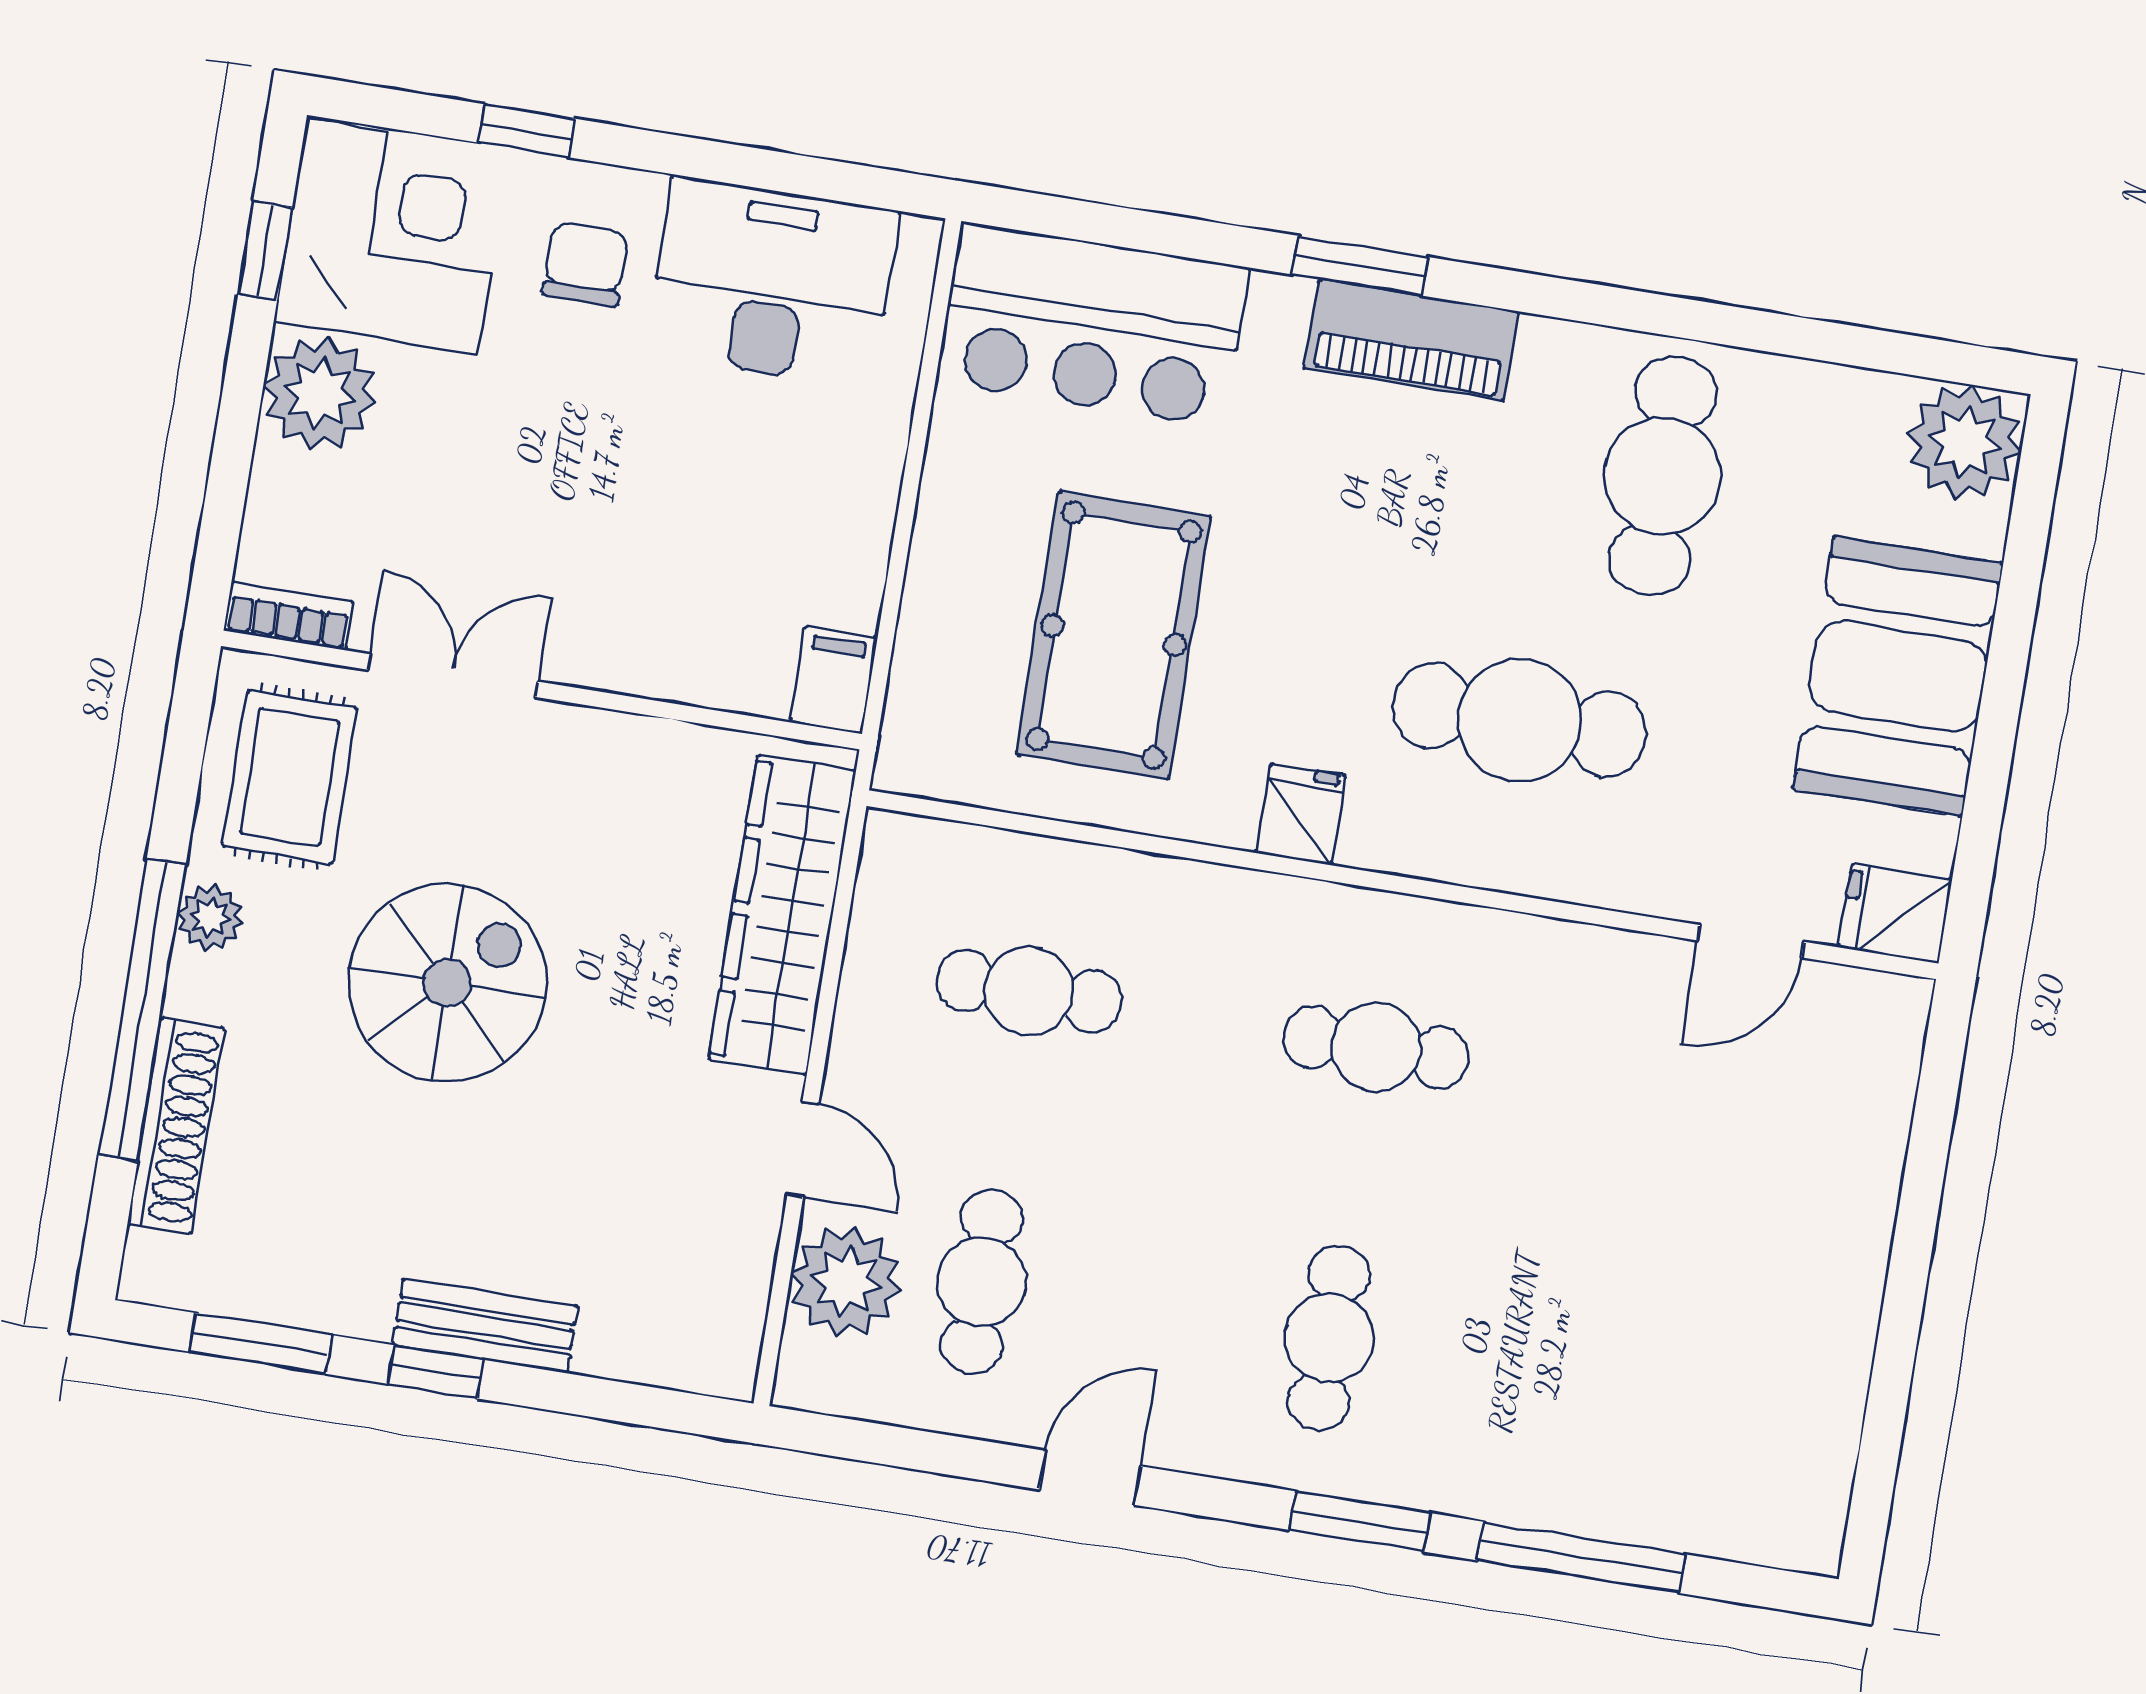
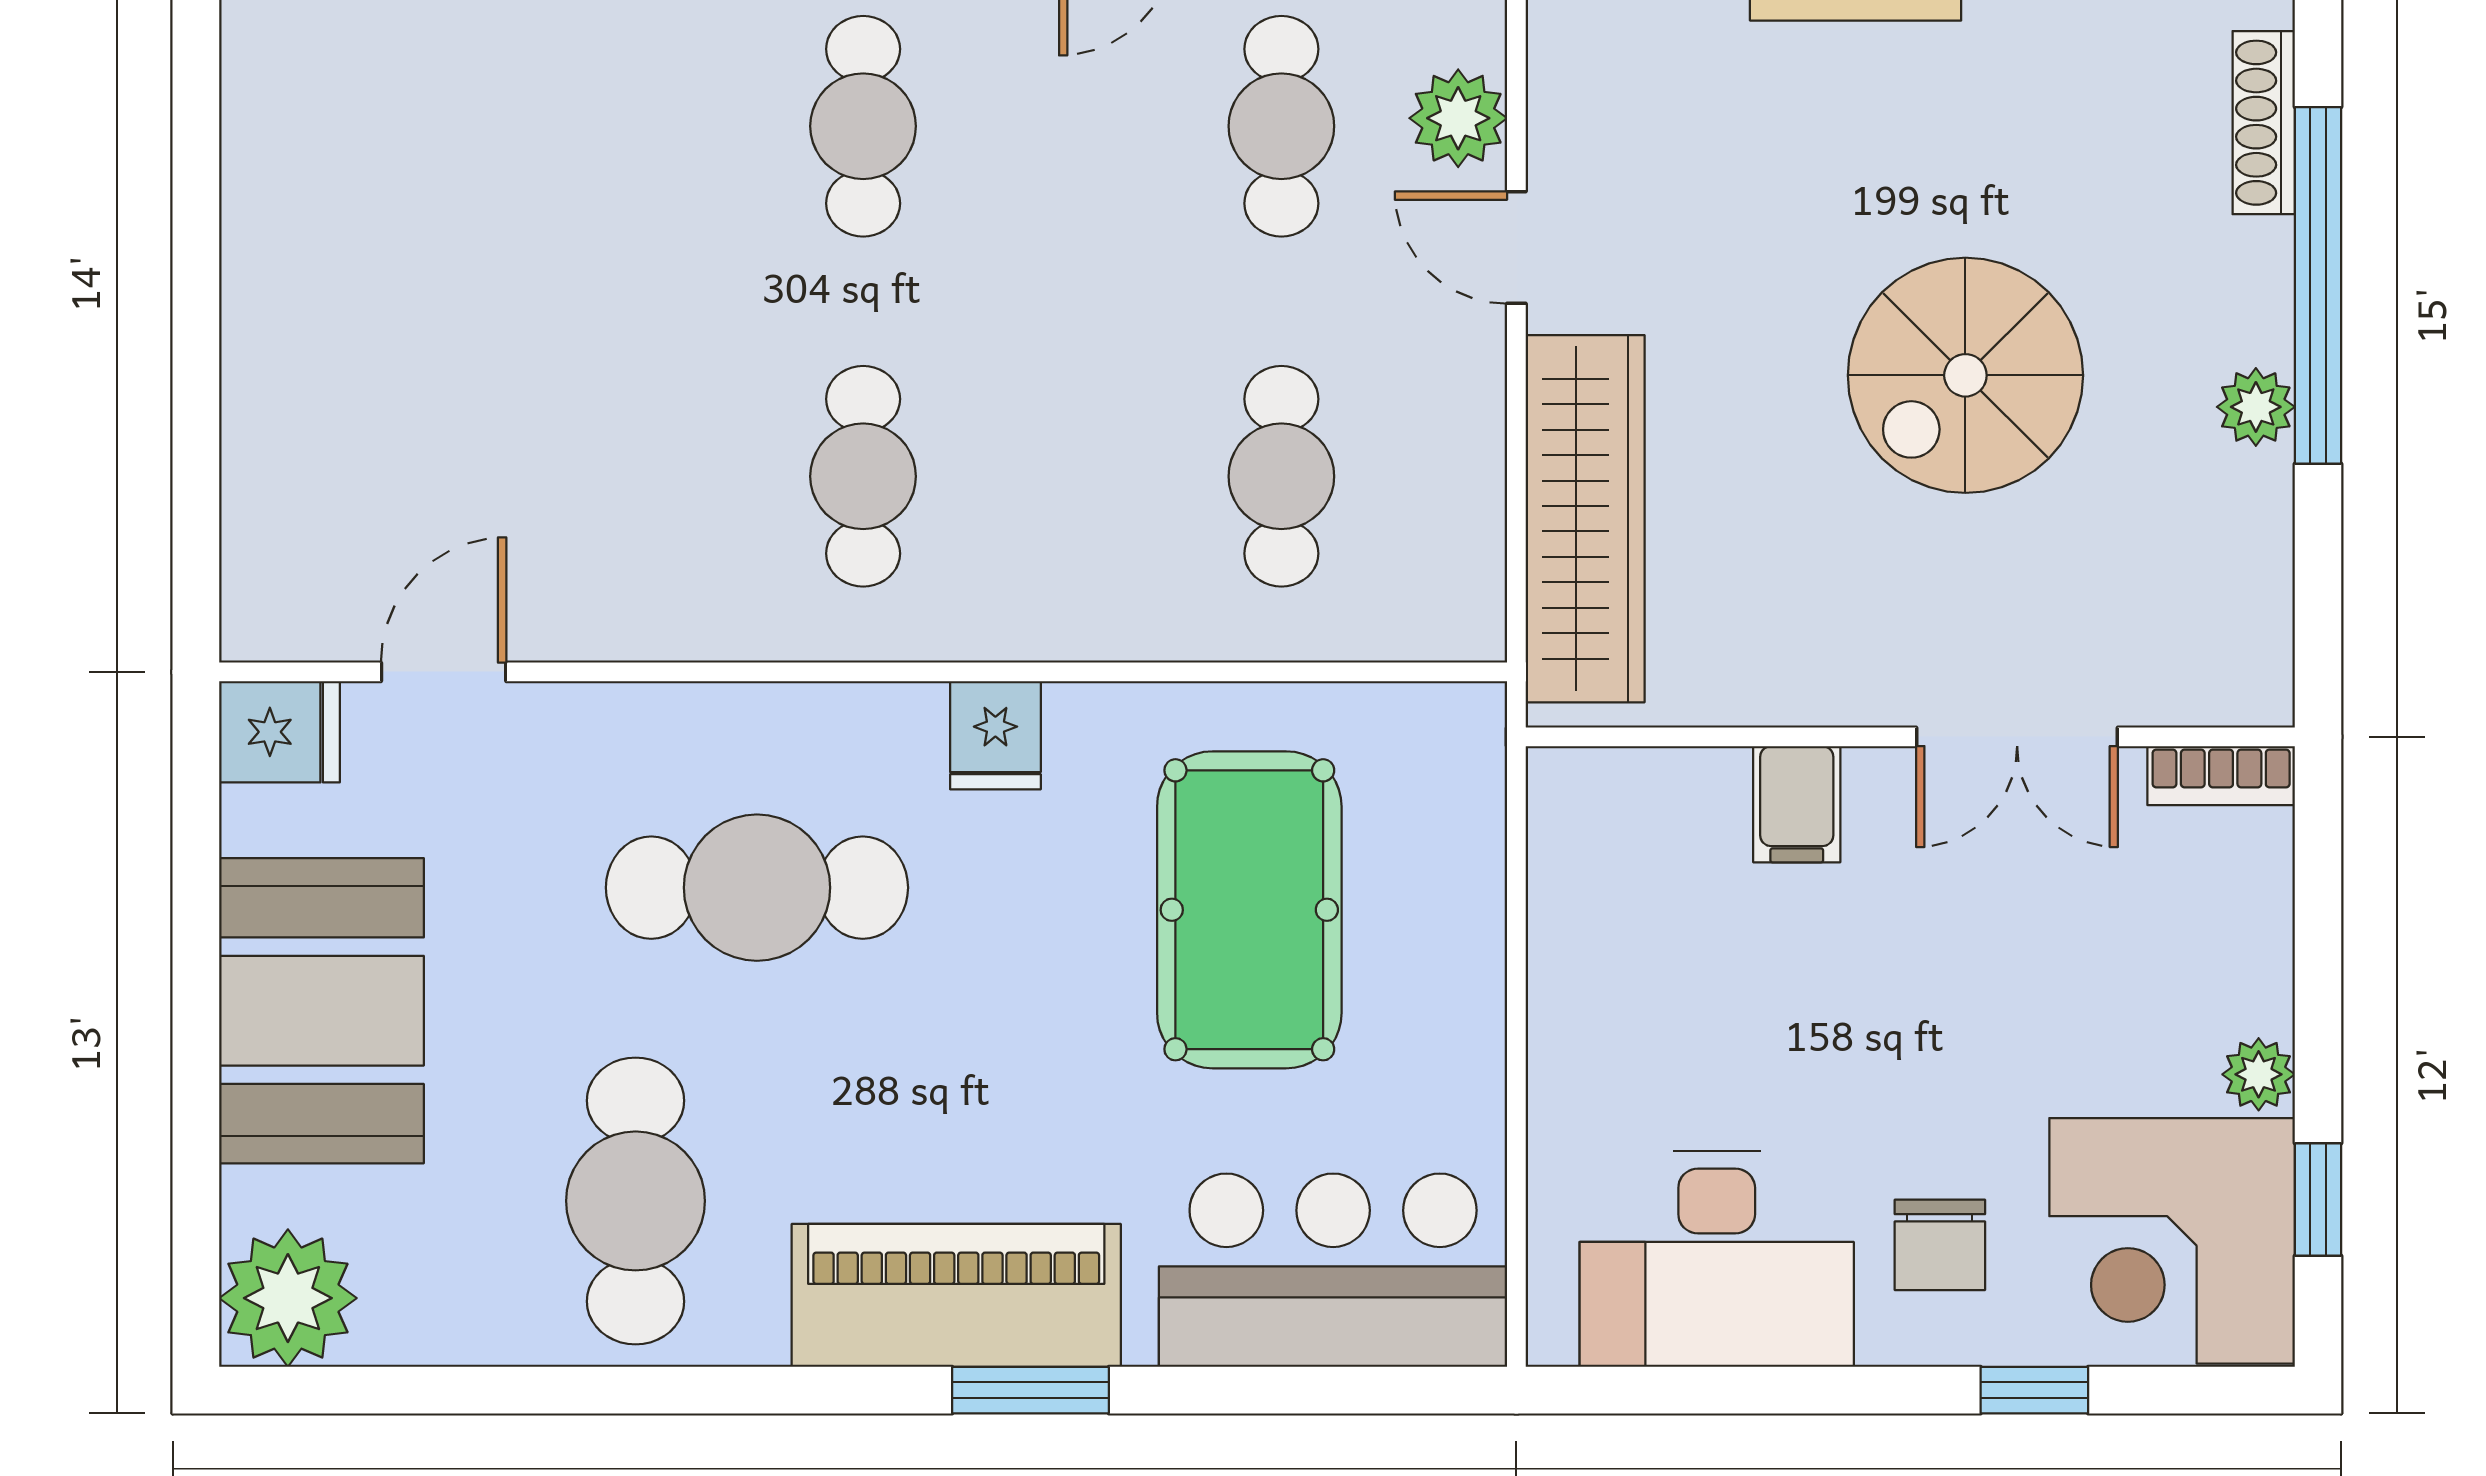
piano: (1411, 340) -> (956, 1295), width x1.37, depth x1.33
plant: (320, 393) -> (2259, 1074), width x0.53, depth x0.53
filing cabinet: (834, 680) -> (1797, 804), moved
rug: (290, 777) -> (2189, 587), removed
cafe table: (1029, 991) -> (1281, 476), turned 90
cafe table: (1376, 1047) -> (863, 476), turned 90
shoe rack: (176, 1126) -> (2264, 123), width x0.74, depth x0.81
plant: (846, 1282) -> (1458, 118), width x0.73, depth x0.73

